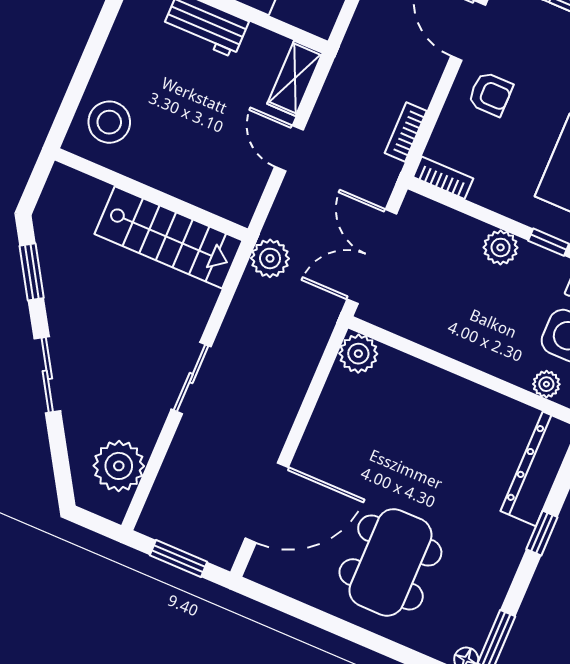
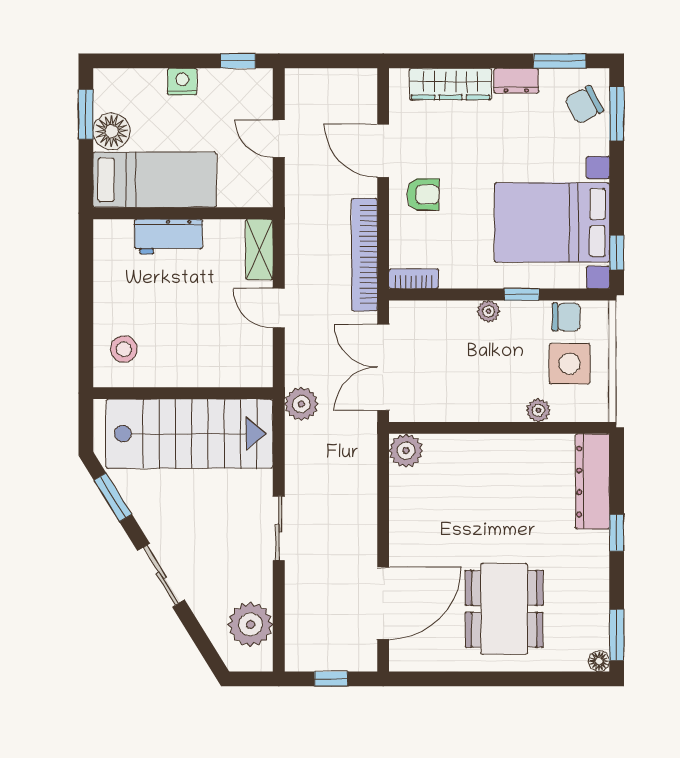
stool: (109, 122) -> (124, 349), width x0.73, depth x0.73
bookcase: (406, 132) -> (365, 255), width x2.31, depth x1.31
stairs: (168, 237) -> (190, 434), width x1.36, depth x1.51
plant: (501, 247) -> (489, 311), width x0.73, depth x0.73
plant: (546, 384) -> (538, 410), moved
window: (178, 559) -> (331, 679), width x0.67

